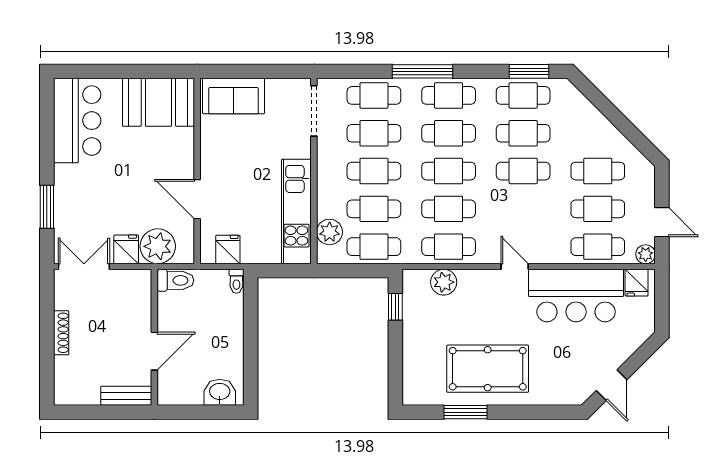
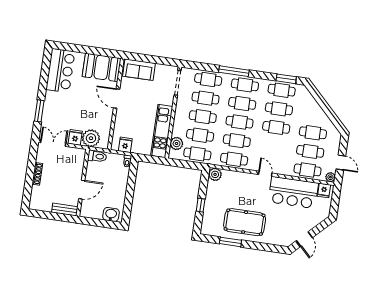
door: (197, 199) -> (117, 99), moved
plant: (444, 282) -> (215, 174), moved
window: (395, 307) -> (201, 205), moved

